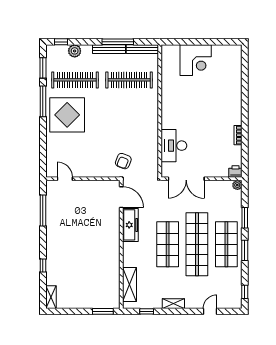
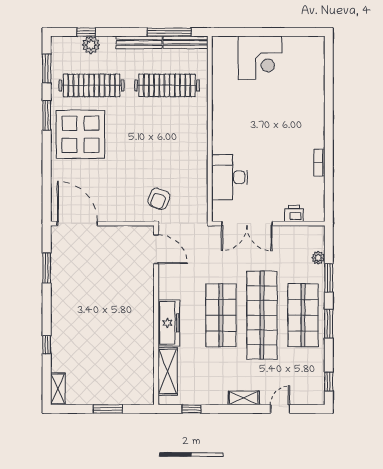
window: (61, 42) -> (86, 32), moved
window: (118, 42) -> (169, 32), moved
window: (43, 101) -> (47, 115), width x0.69
printer: (235, 172) -> (294, 213), moved
door: (65, 179) -> (77, 224), width x1.88
plant: (237, 185) -> (318, 258), moved
window: (43, 211) -> (47, 268), width x0.69
freezer: (130, 225) -> (169, 323), moved
shelving: (173, 304) -> (244, 398), moved
window: (103, 311) -> (108, 409), moved

